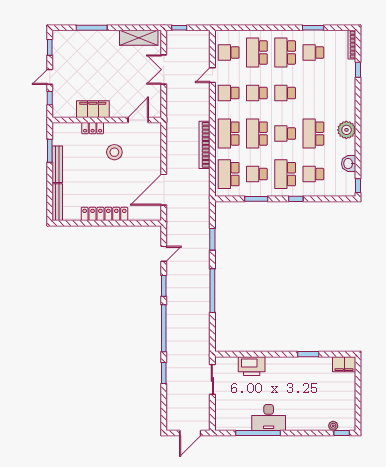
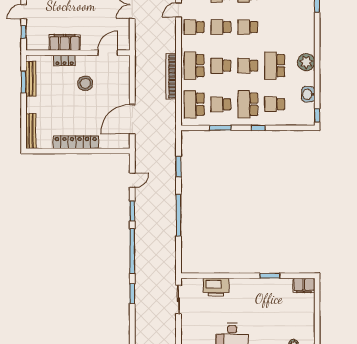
school desk: (257, 134) -> (221, 66), width x0.54
bench: (57, 164) -> (31, 79), moved

